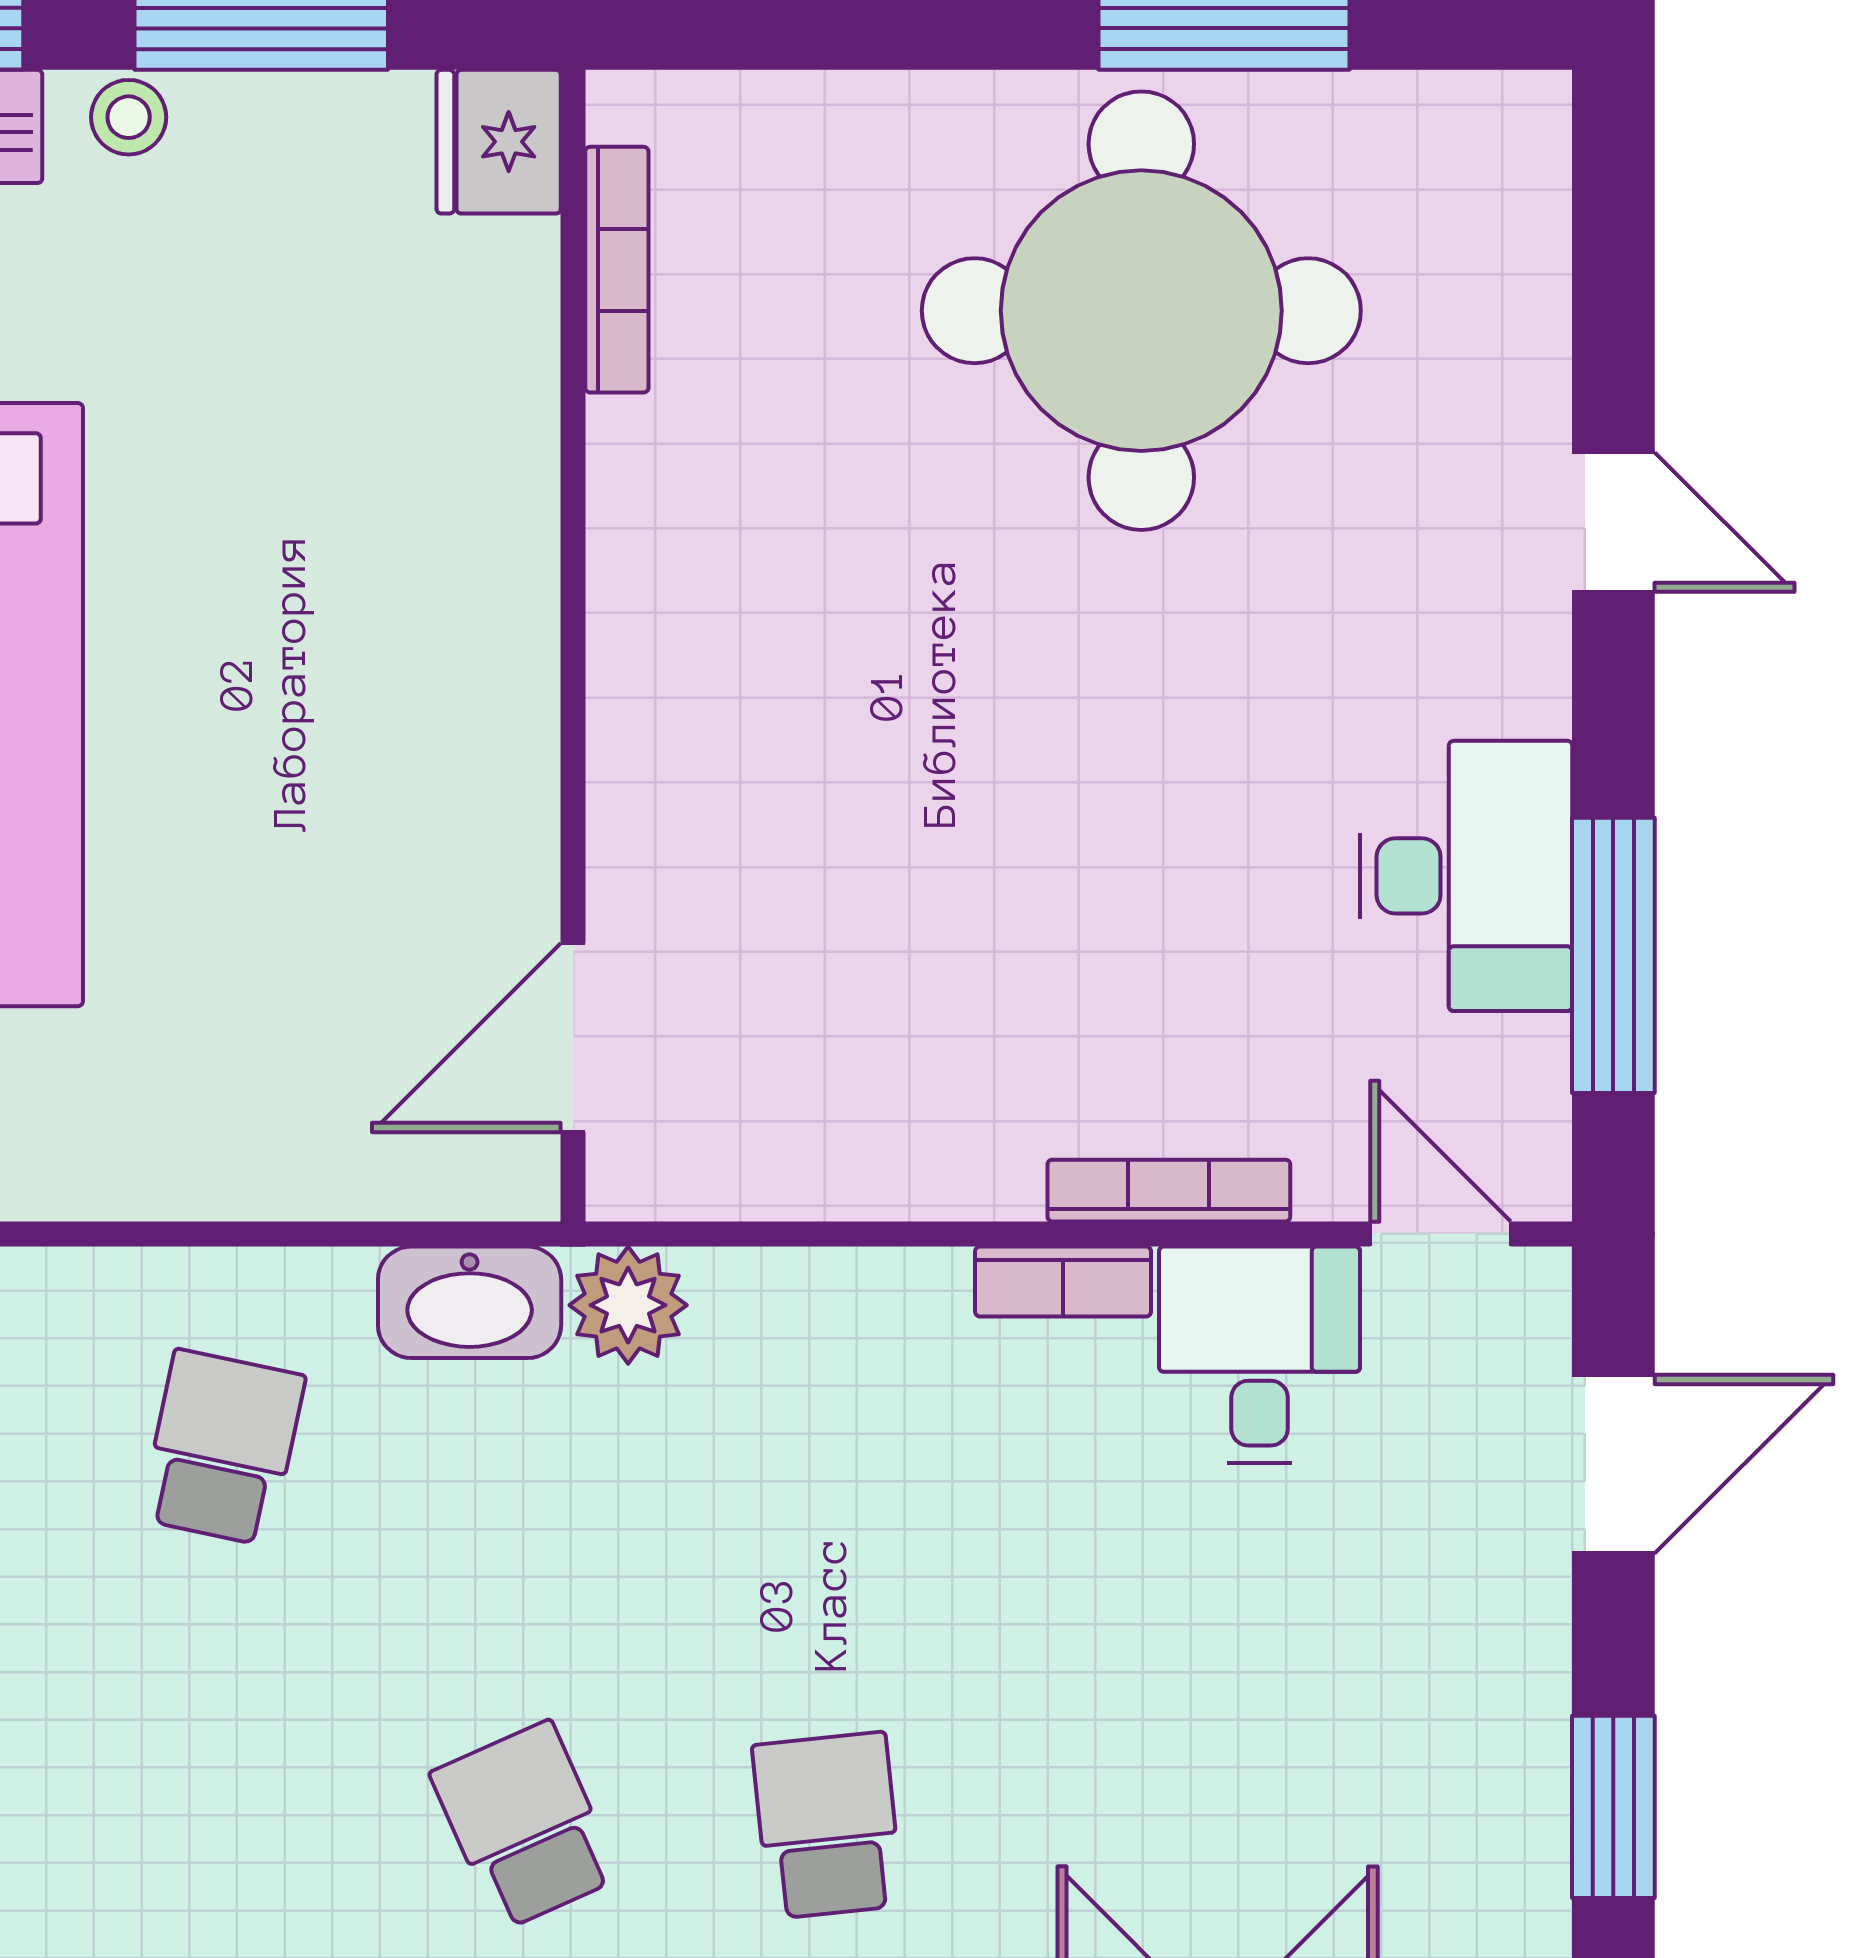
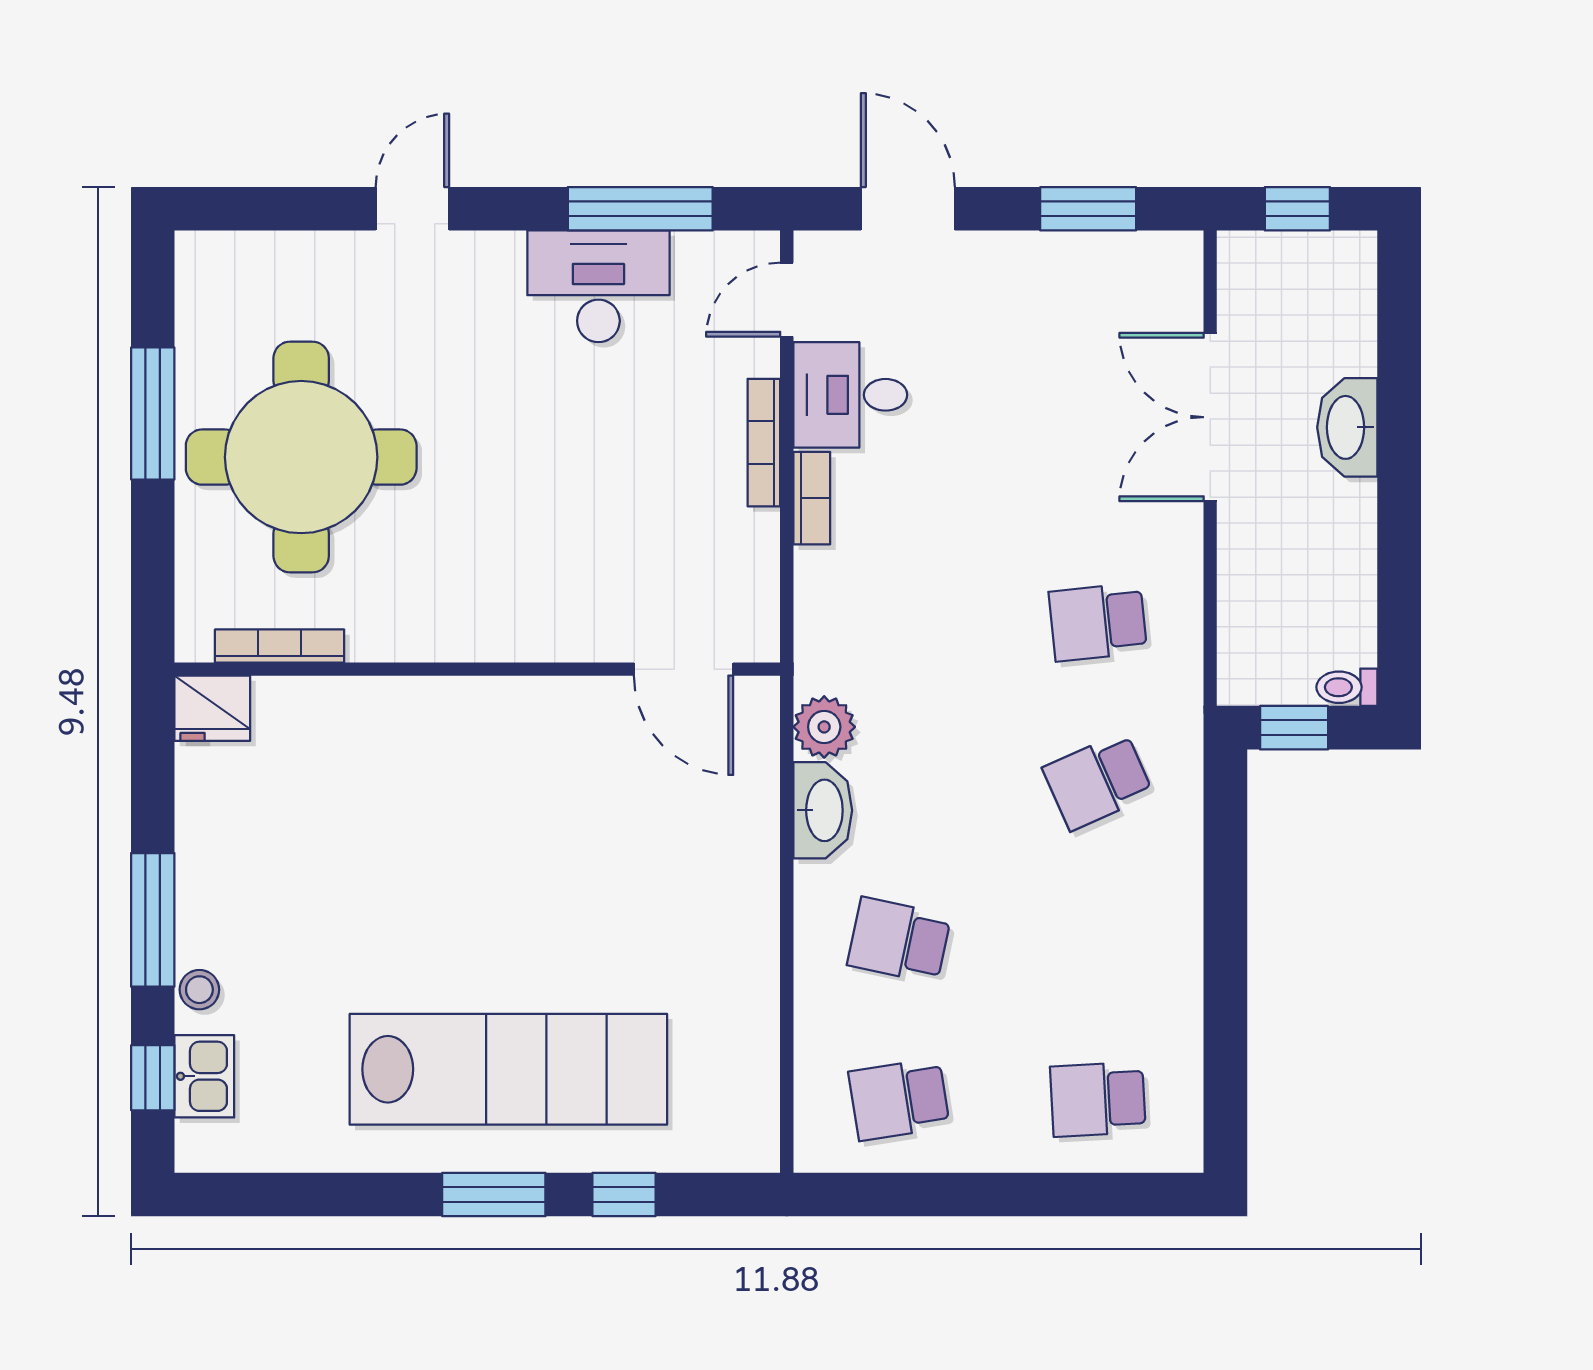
fridge: (499, 142) -> (212, 708), moved
bookcase: (617, 270) -> (280, 646), moved
wall: (573, 646) -> (477, 669), moved
door: (573, 1038) -> (684, 669), moved

